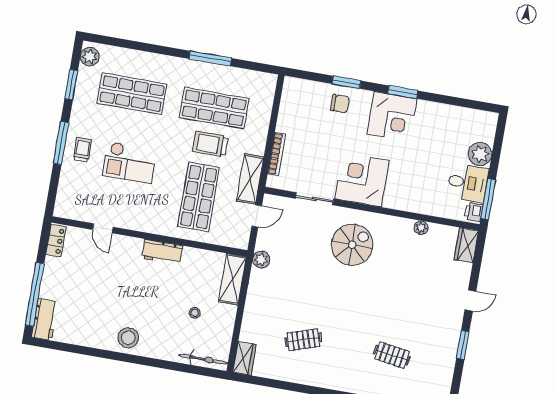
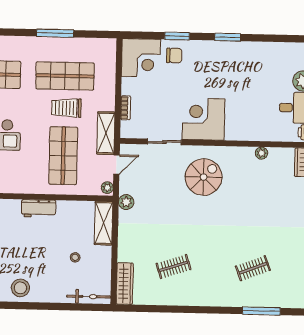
corner desk: (392, 116) -> (141, 58), moved
bookcase: (276, 154) -> (126, 108), width x0.64
plant: (242, 240) -> (107, 188), added
clothes rail: (392, 355) -> (253, 268), turned -30
wardrobe: (245, 358) -> (125, 284), width x1.50

